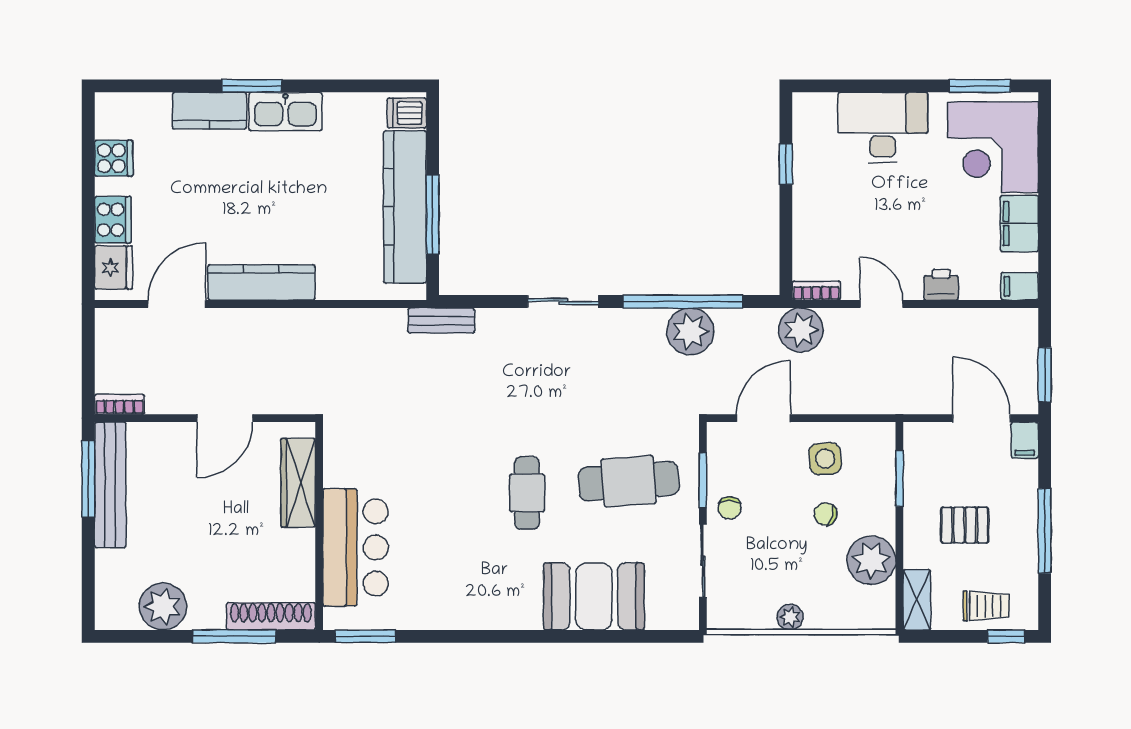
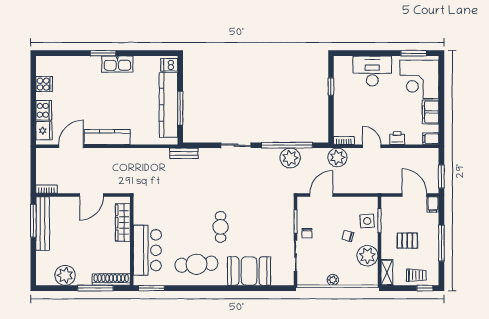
kitchen counter: (209, 111) -> (85, 64), removed
side table: (825, 459) -> (367, 221), moved
cafe table: (629, 481) -> (196, 264), moved

